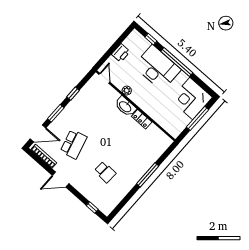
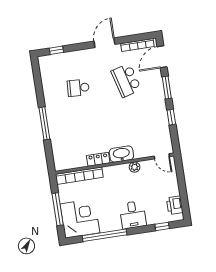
printer: (121, 53) -> (175, 205), moved
window: (177, 62) -> (105, 235), moved
desk: (157, 68) -> (133, 215), width x0.53, depth x0.77
bookcase: (163, 123) -> (79, 176), added

